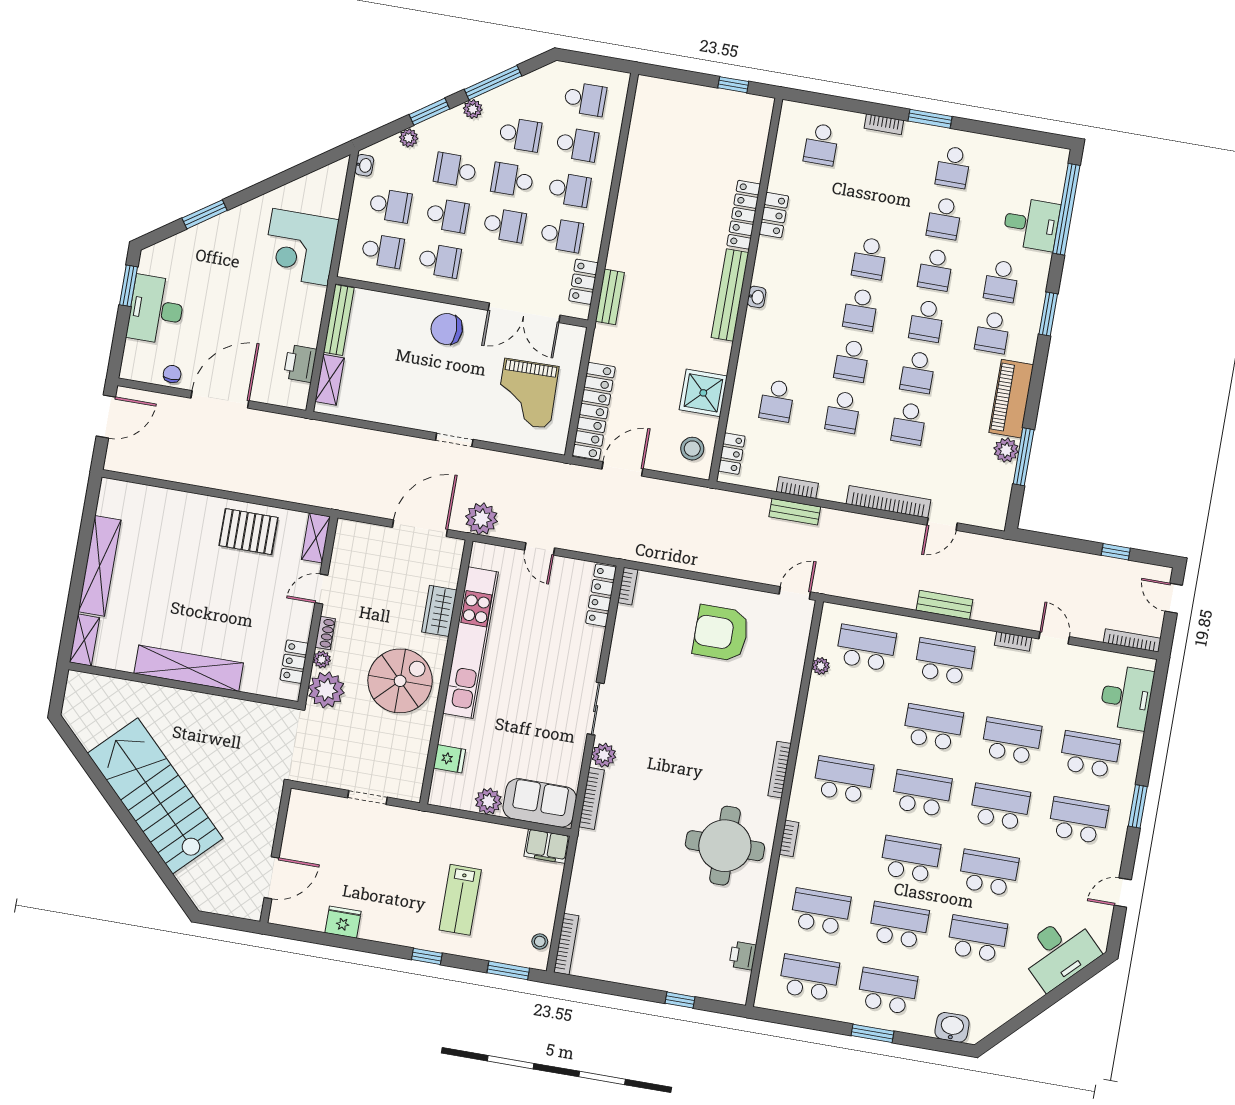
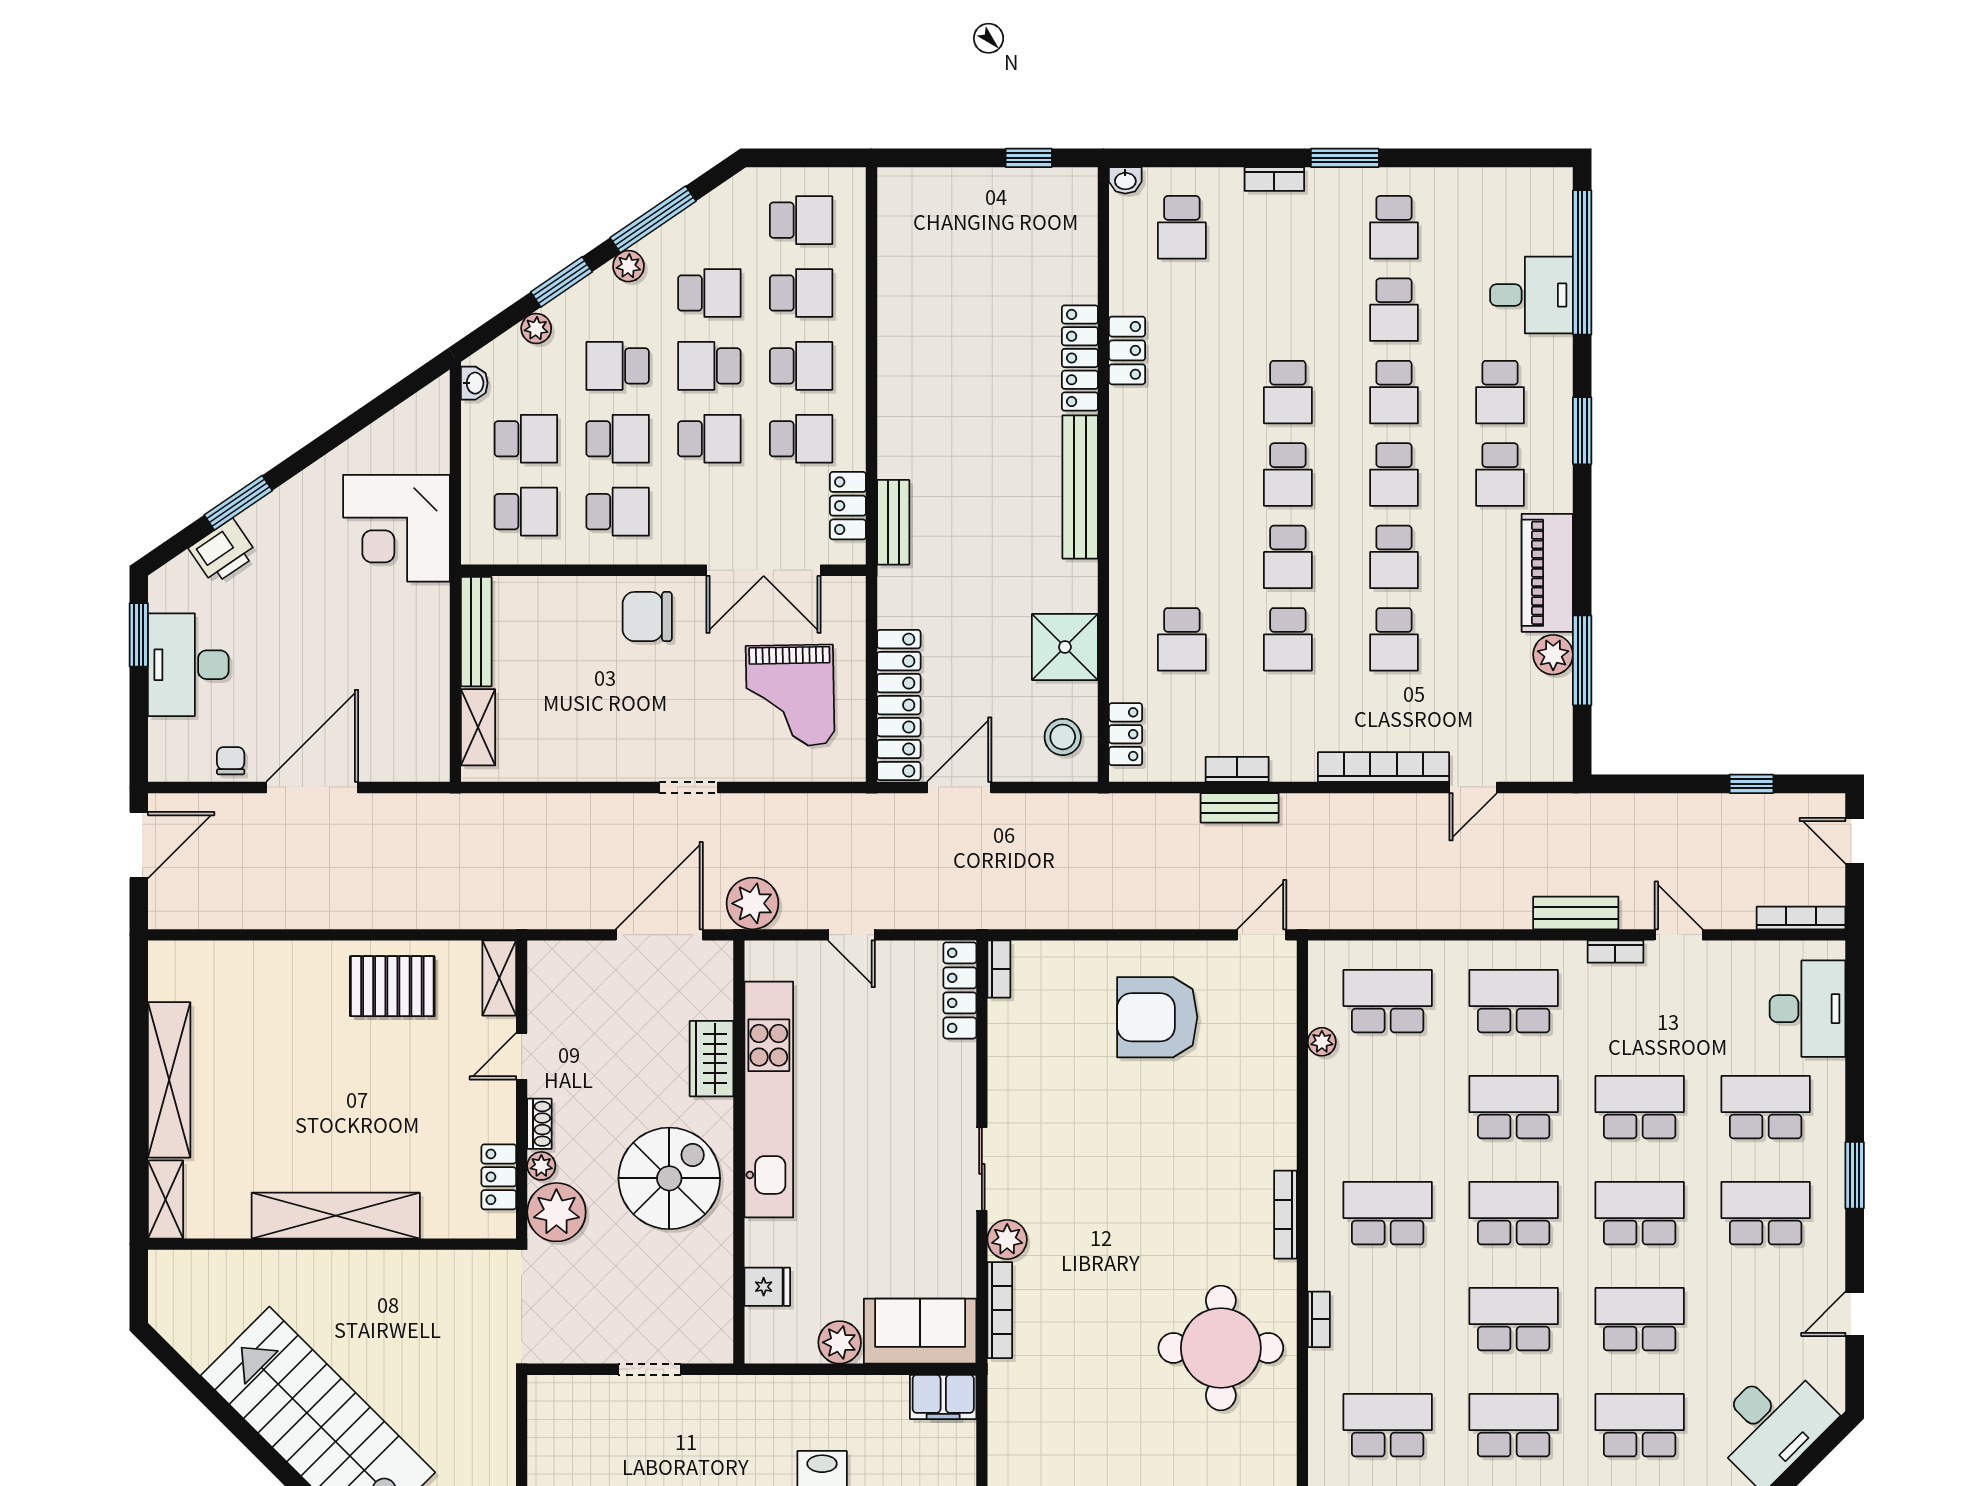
washbasin: (757, 297) -> (1125, 180), moved, turned 90
printer: (300, 364) -> (223, 551), moved, turned -124
bench: (945, 605) -> (1576, 913), moved

